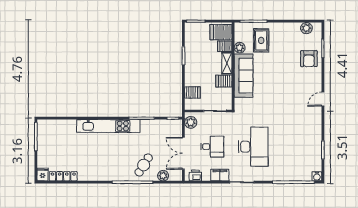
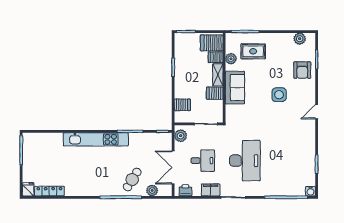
rug: (261, 40) -> (253, 51), turned 90
sofa: (244, 76) -> (235, 88), width x0.73
side table: (286, 83) -> (279, 95), added

